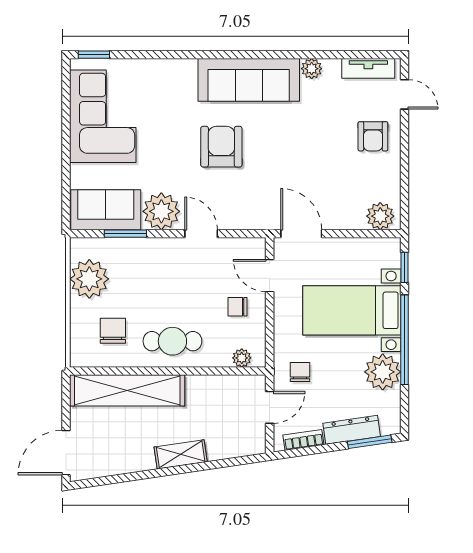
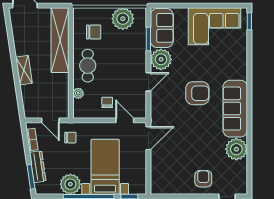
tv unit: (368, 68) -> (242, 176), removed
plant: (312, 69) -> (236, 149), width x1.87, depth x1.87
armchair: (373, 136) -> (203, 179), turned 90
plant: (380, 216) -> (158, 183), removed
door: (270, 276) -> (125, 120), hinge flipped
plant: (242, 358) -> (78, 93), moved

